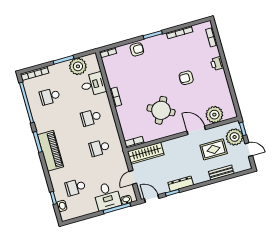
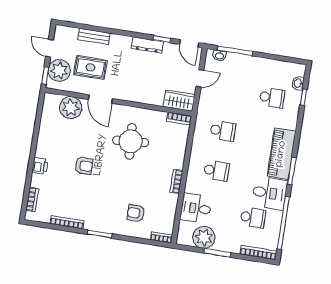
armchair: (137, 49) -> (136, 213), moved
round table: (161, 110) -> (131, 141), turned -31
wardrobe: (146, 153) -> (179, 101), width x0.67
desk: (107, 196) -> (269, 193), moved, turned 90

